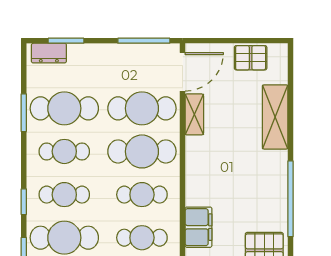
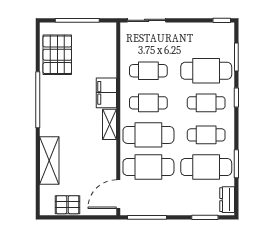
dresser: (49, 53) -> (227, 200), moved, turned -90
shelving: (194, 114) -> (109, 124), moved
filing cabinet: (198, 227) -> (106, 93), moved

